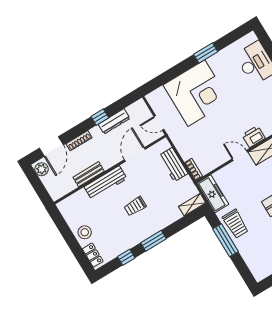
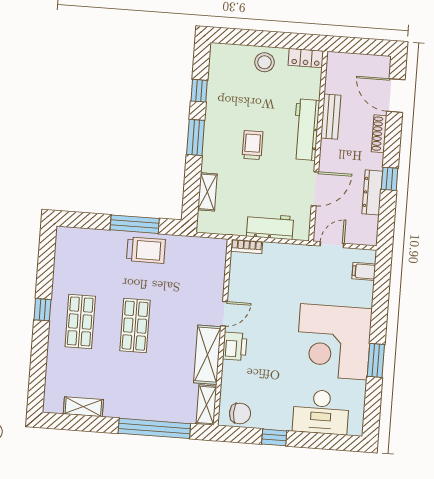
corner desk: (196, 93) -> (334, 342), moved
filing cabinet: (161, 95) -> (364, 271), added
door: (135, 154) -> (315, 189), hinge flipped
plant: (42, 169) -> (377, 65), removed
freezer: (213, 194) -> (201, 249), removed
shelving: (192, 205) -> (207, 192), moved
trolley: (235, 224) -> (146, 250), turned 180
locker: (93, 255) -> (306, 58), moved

